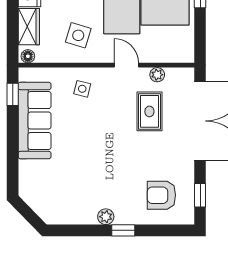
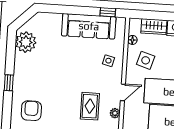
floor lamp: (28, 56) -> (132, 40), moved
rug: (149, 111) -> (90, 106), turned 90
plant: (106, 217) -> (26, 42), moved, width x1.88, depth x1.88

